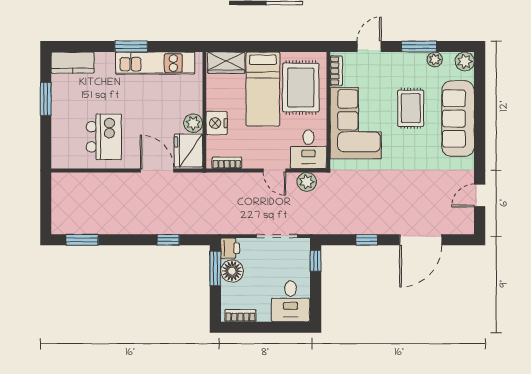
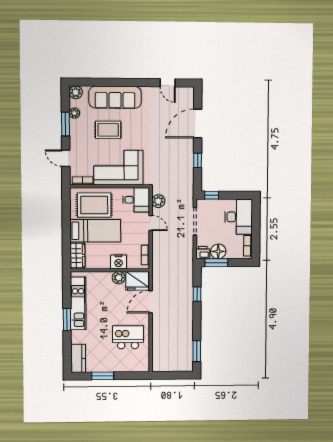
door: (274, 170) -> (151, 223), hinge flipped
door: (421, 240) -> (198, 124), swing flipped
desk: (291, 301) -> (239, 217), width x1.37

